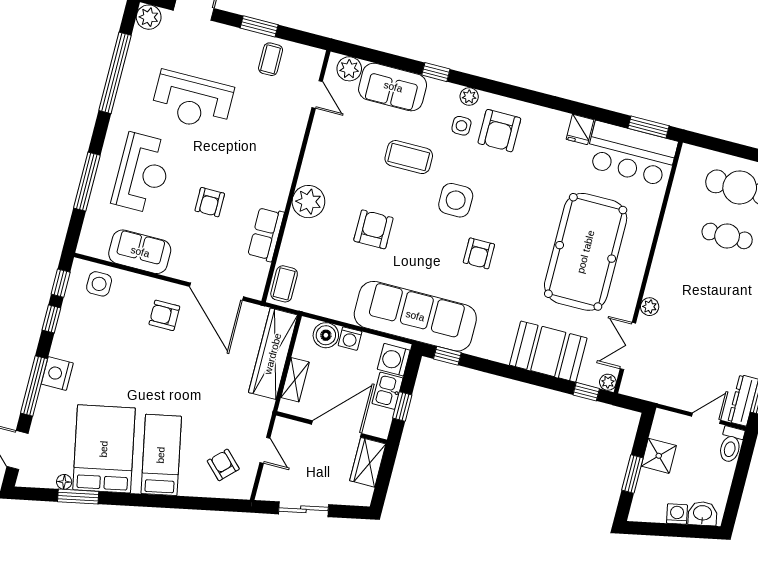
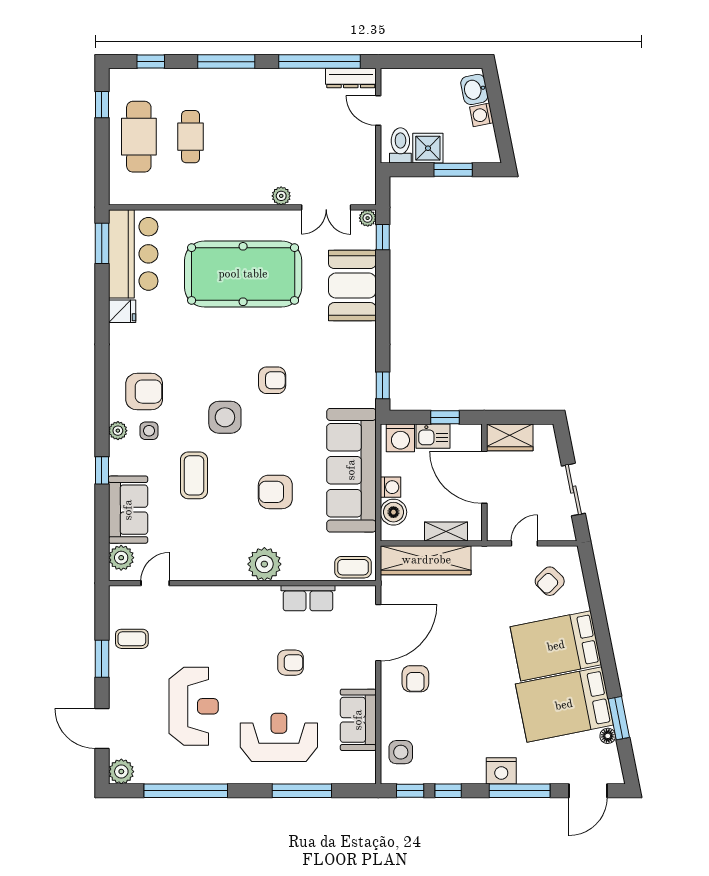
sofa: (415, 316) -> (351, 470), moved
toilet: (731, 445) -> (400, 145), moved, turned -90
bed: (161, 455) -> (556, 646), width x1.50

